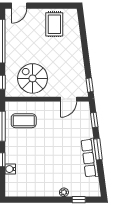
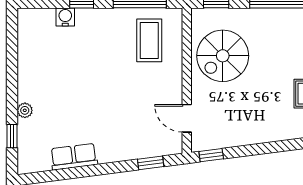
spiral stairs: (33, 78) -> (223, 56), turned 180
window: (98, 149) -> (100, 169), removed
row of seats: (90, 158) -> (74, 157), width x0.68

